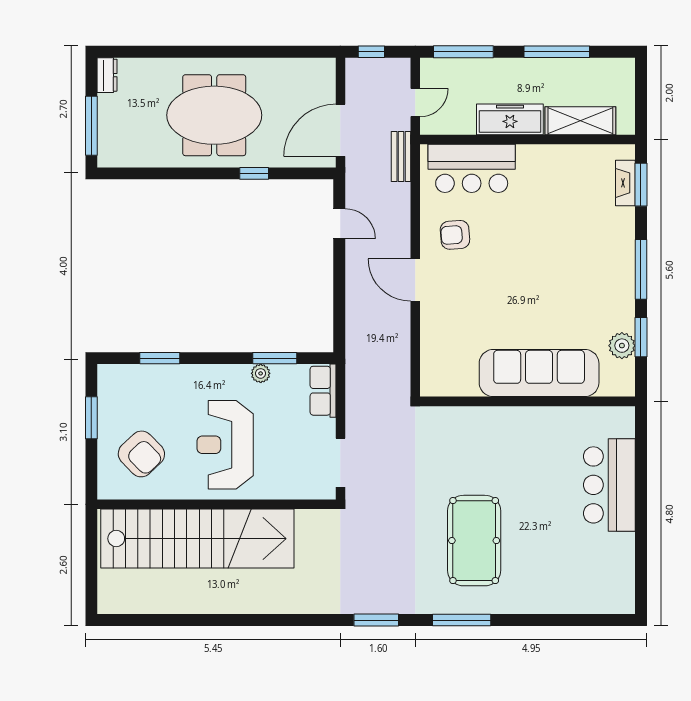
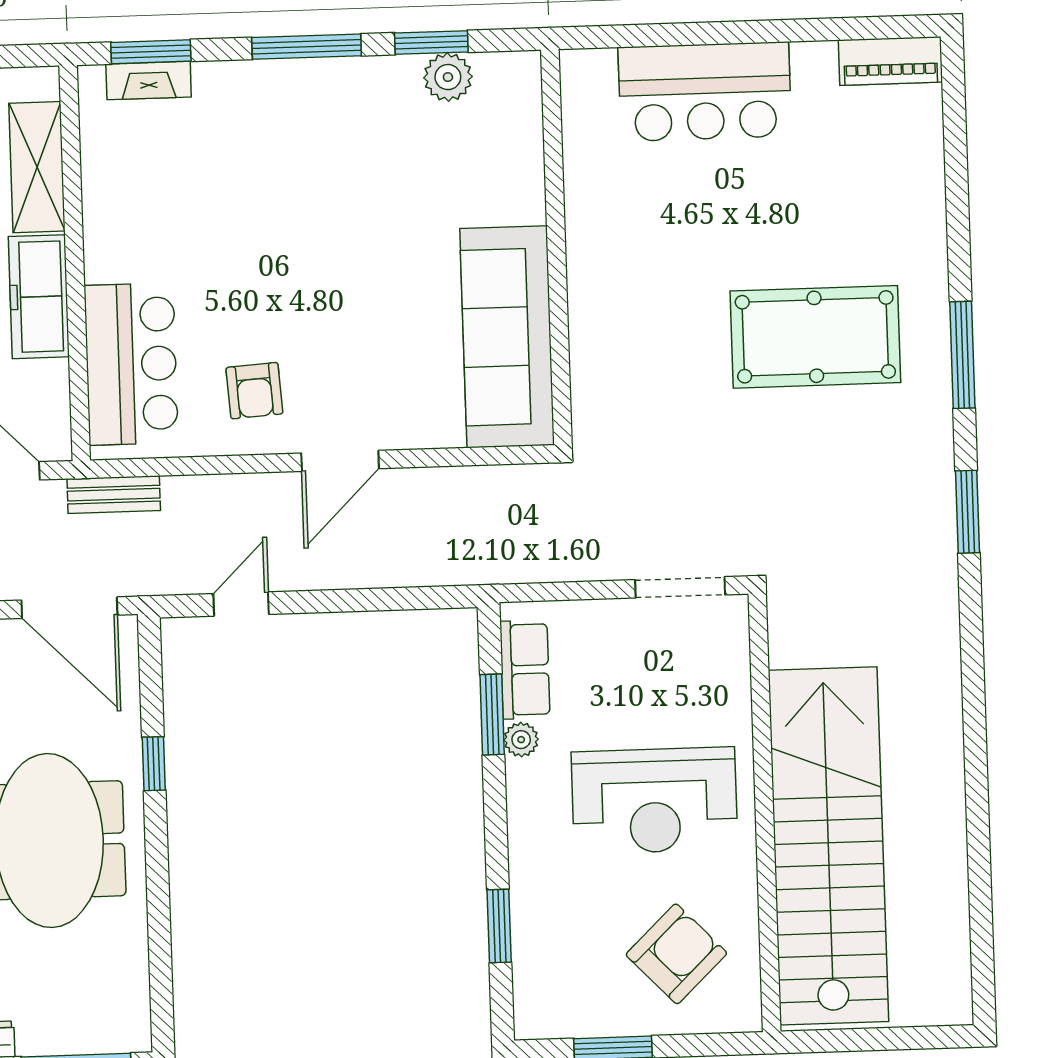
sofa: (539, 373) -> (507, 337), moved
row of seats: (323, 391) -> (525, 670), moved, turned -90
piano: (623, 586) -> (890, 61), added

